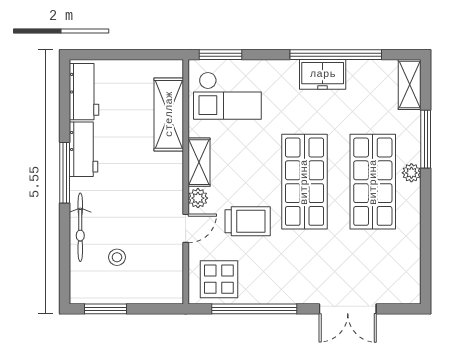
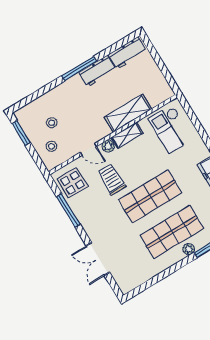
window: (221, 55) -> (190, 112), removed
shelving: (169, 114) -> (128, 113), moved
trolley: (248, 221) -> (112, 179), turned 180
bicycle: (80, 227) -> (56, 94), removed
stool: (150, 278) -> (51, 146), added
window: (254, 309) -> (68, 210), width x0.68

